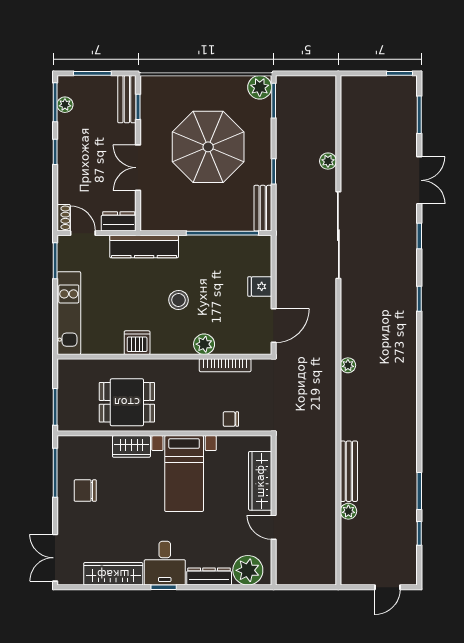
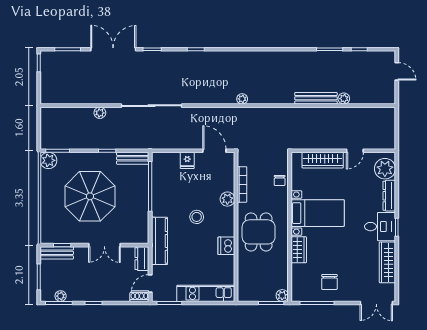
double door: (419, 180) -> (113, 49), width x1.37
dining table: (127, 402) -> (259, 232), moved
plant: (66, 423) -> (282, 296), added

